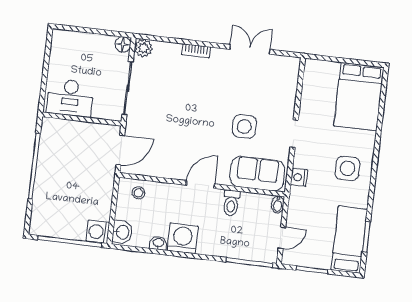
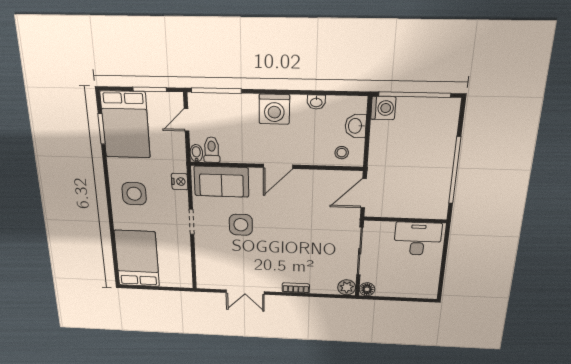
toilet: (231, 203) -> (212, 150), moved
washbasin: (122, 232) -> (356, 126), moved
washing machine: (183, 238) -> (274, 109), moved
bed: (349, 240) -> (125, 125), width x1.50

